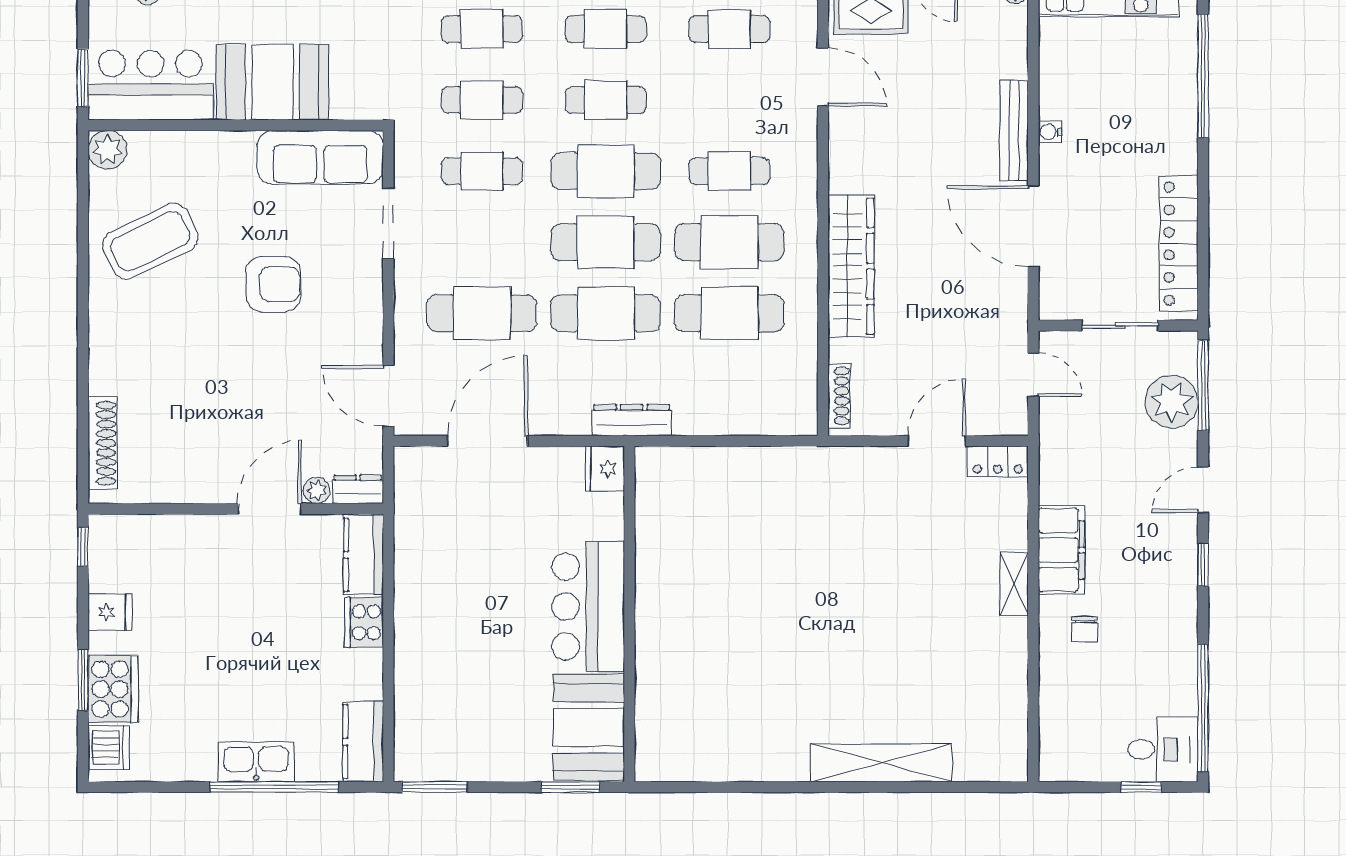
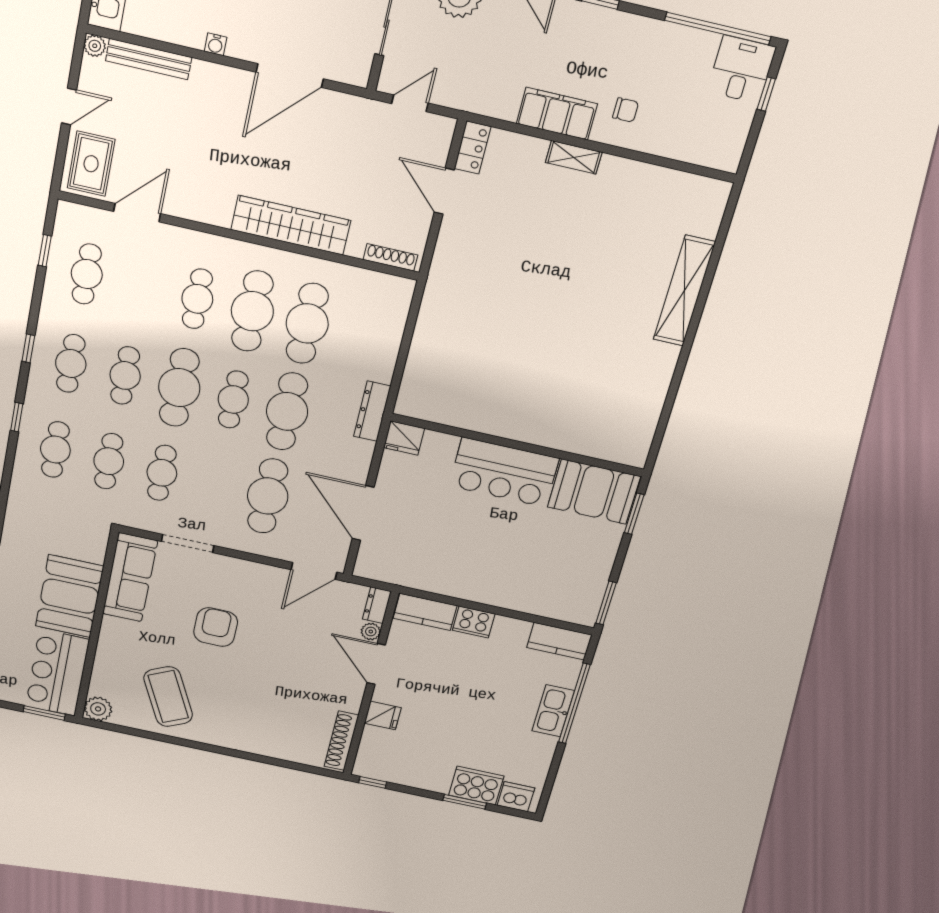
bench: (1014, 131) -> (149, 59), moved
cafe table: (606, 242) -> (233, 399), width x0.73, depth x0.74
shoe rack: (102, 443) -> (341, 741), moved, turned -90
fridge: (110, 612) -> (383, 715), moved, turned 90

